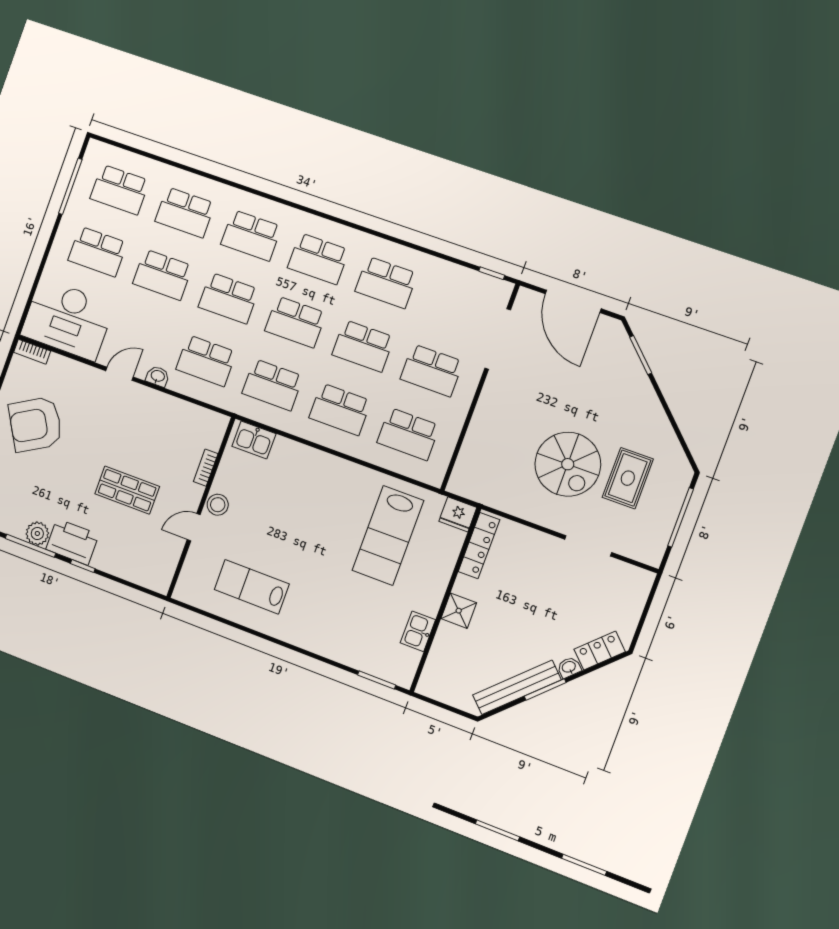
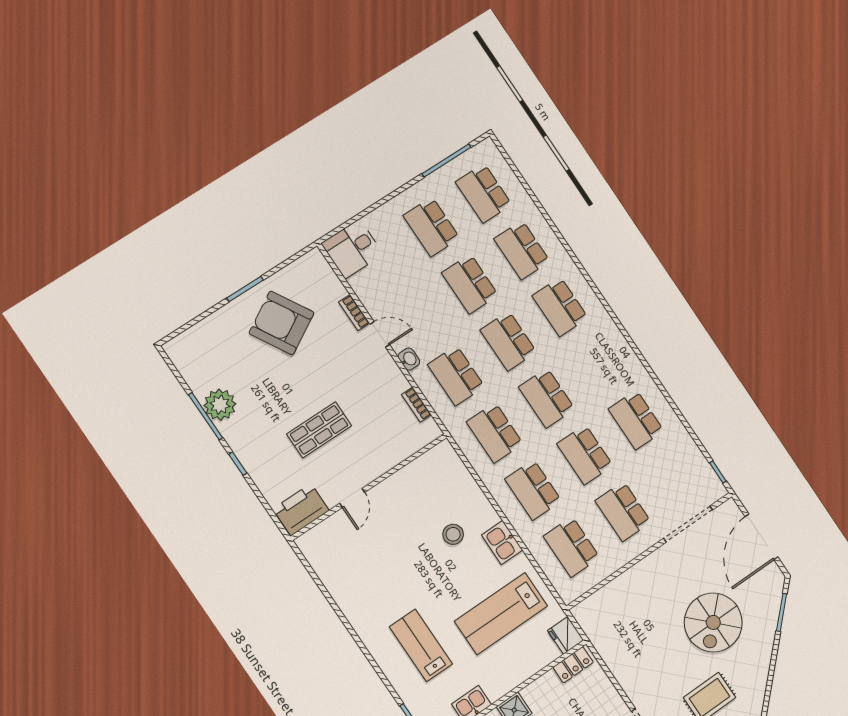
school desk: (318, 259) -> (598, 363), removed
desk: (68, 319) -> (352, 249), width x0.53, depth x0.77
bookcase: (32, 352) -> (354, 313), moved
kitchen sink: (254, 440) -> (502, 542), moved
spiral stairs: (568, 464) -> (713, 622), moved
bookcase: (206, 468) -> (417, 405), moved, turned -90
shop shelf: (127, 490) -> (319, 430), turned 90
stool: (218, 505) -> (453, 534), moved
door: (194, 527) -> (352, 498), swing flipped
plant: (37, 534) -> (220, 405), width x1.36, depth x1.36
printer: (72, 542) -> (301, 510), moved, turned -90
locker: (479, 546) -> (573, 665), width x0.66
lab bench: (252, 587) -> (421, 645), moved

